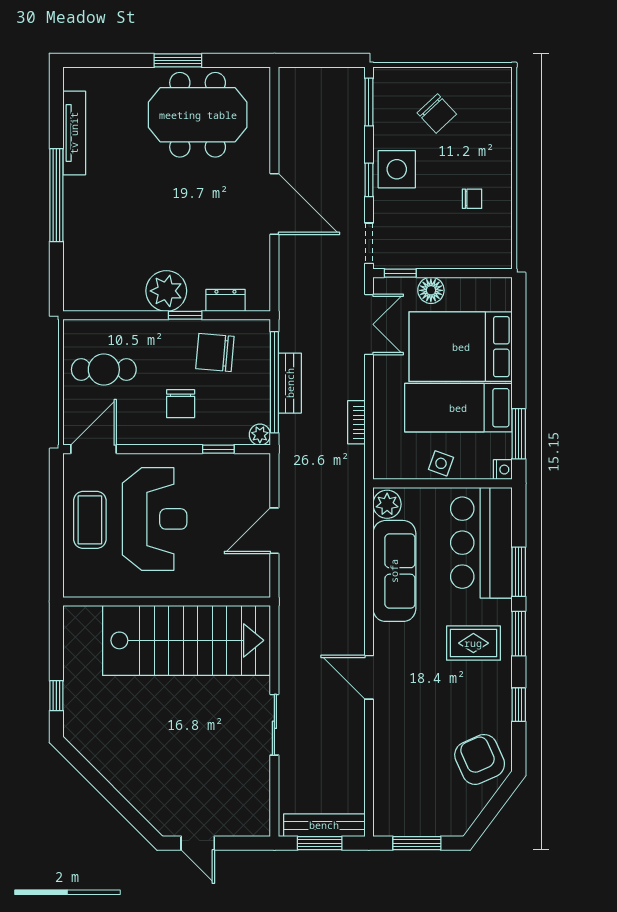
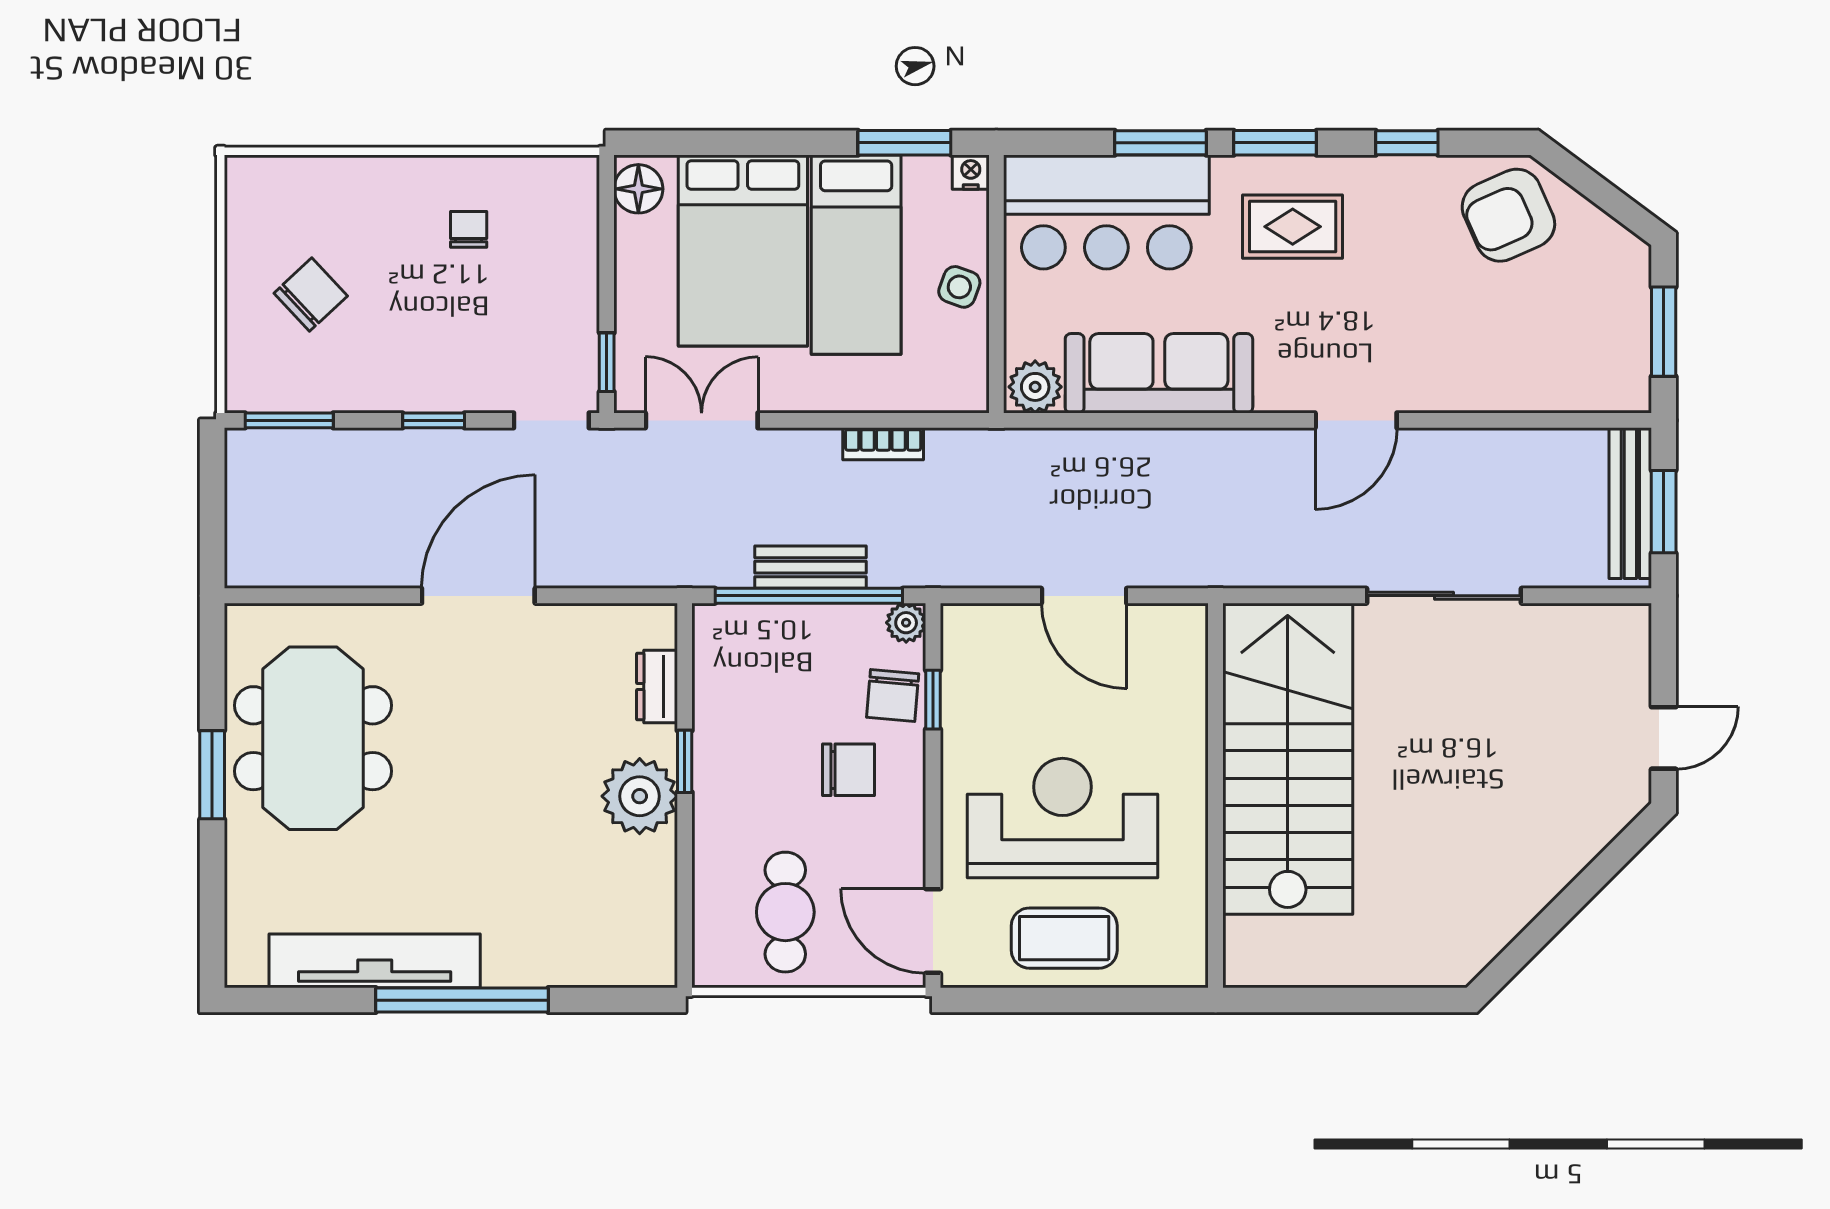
tv unit: (74, 133) -> (375, 961), width x1.36, depth x1.29
side table: (397, 169) -> (414, 369), removed
floor lamp: (431, 290) -> (638, 189), moved
chair: (215, 352) -> (893, 695), moved, width x0.73, depth x0.73
rug: (473, 643) -> (1293, 227), turned 90
window: (56, 696) -> (1390, 1000), removed
sliding door: (274, 725) -> (1444, 596), width x1.37

